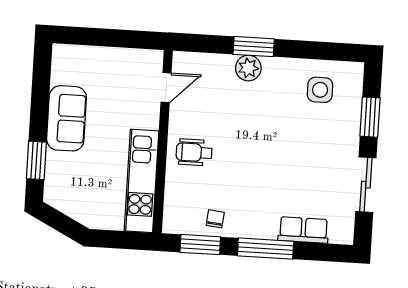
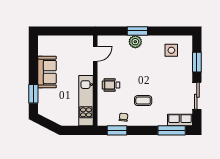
coffee table: (257, 188) -> (143, 101), added
row of seats: (303, 230) -> (180, 120), moved
window: (266, 249) -> (172, 130), moved

